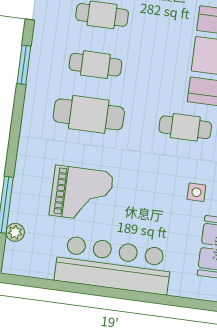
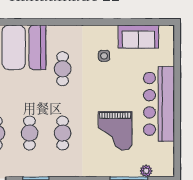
cafe table: (89, 114) -> (63, 133), width x0.73, depth x0.74
grand piano: (81, 194) -> (115, 131), turned 180

